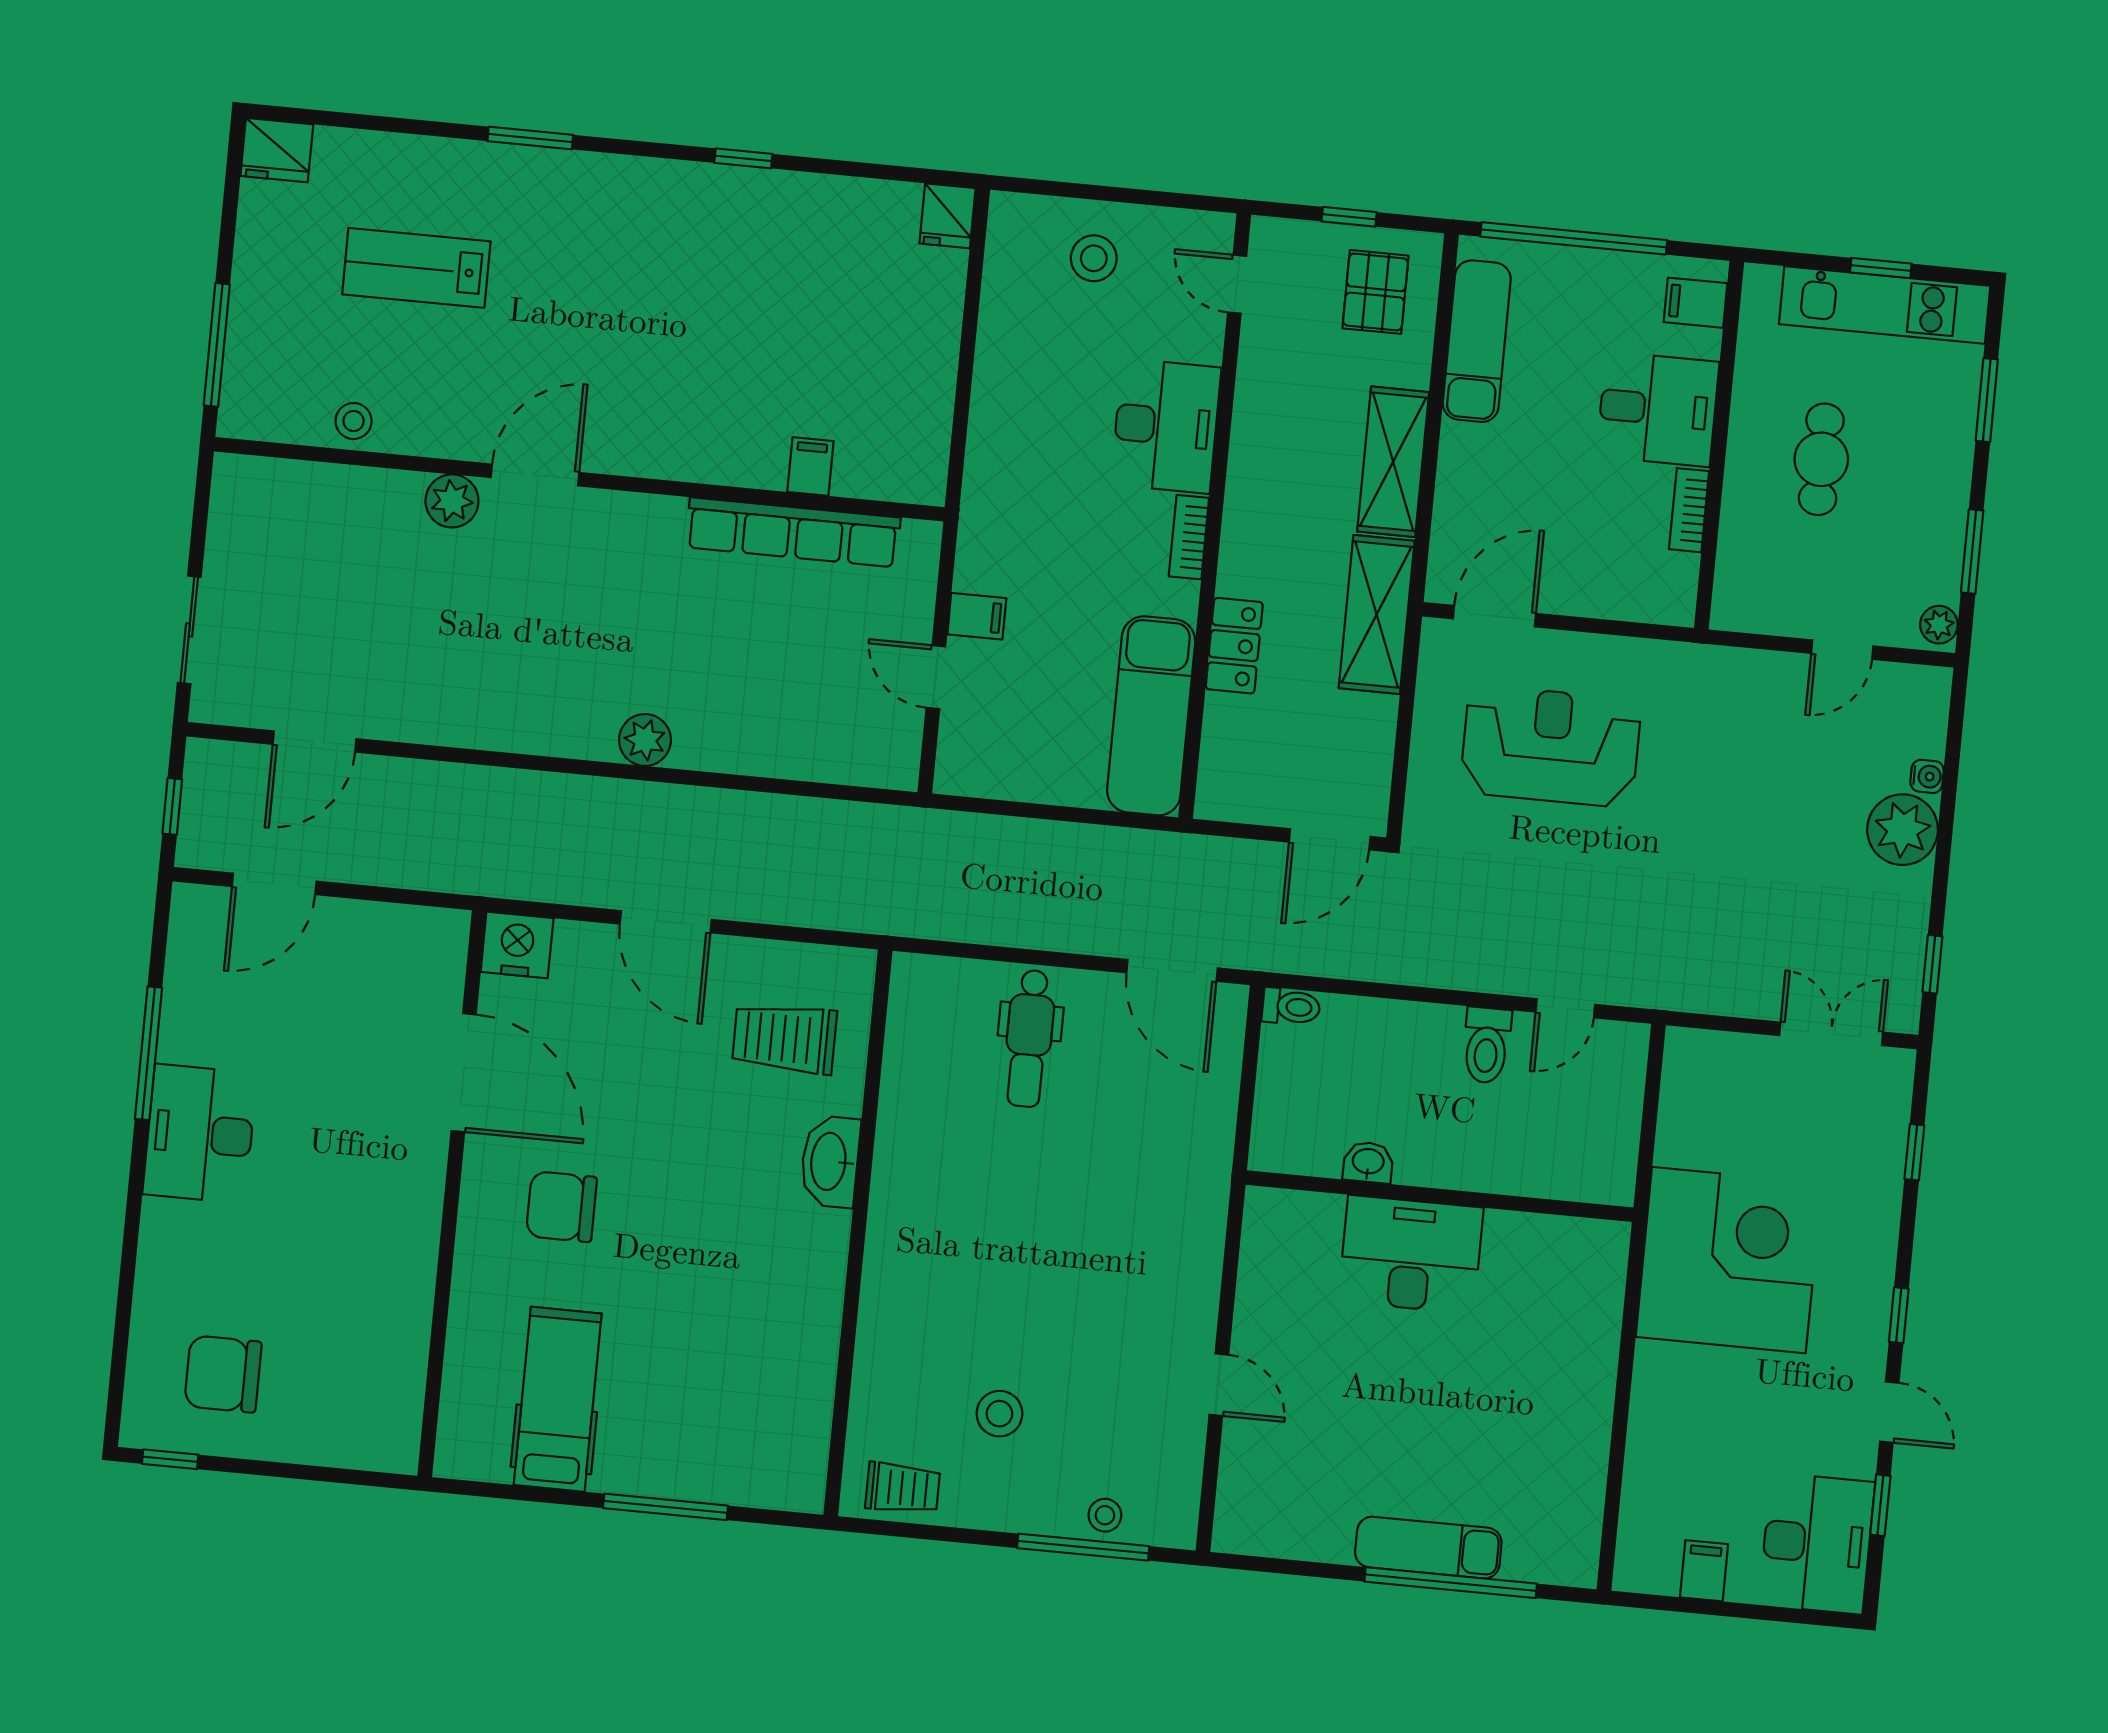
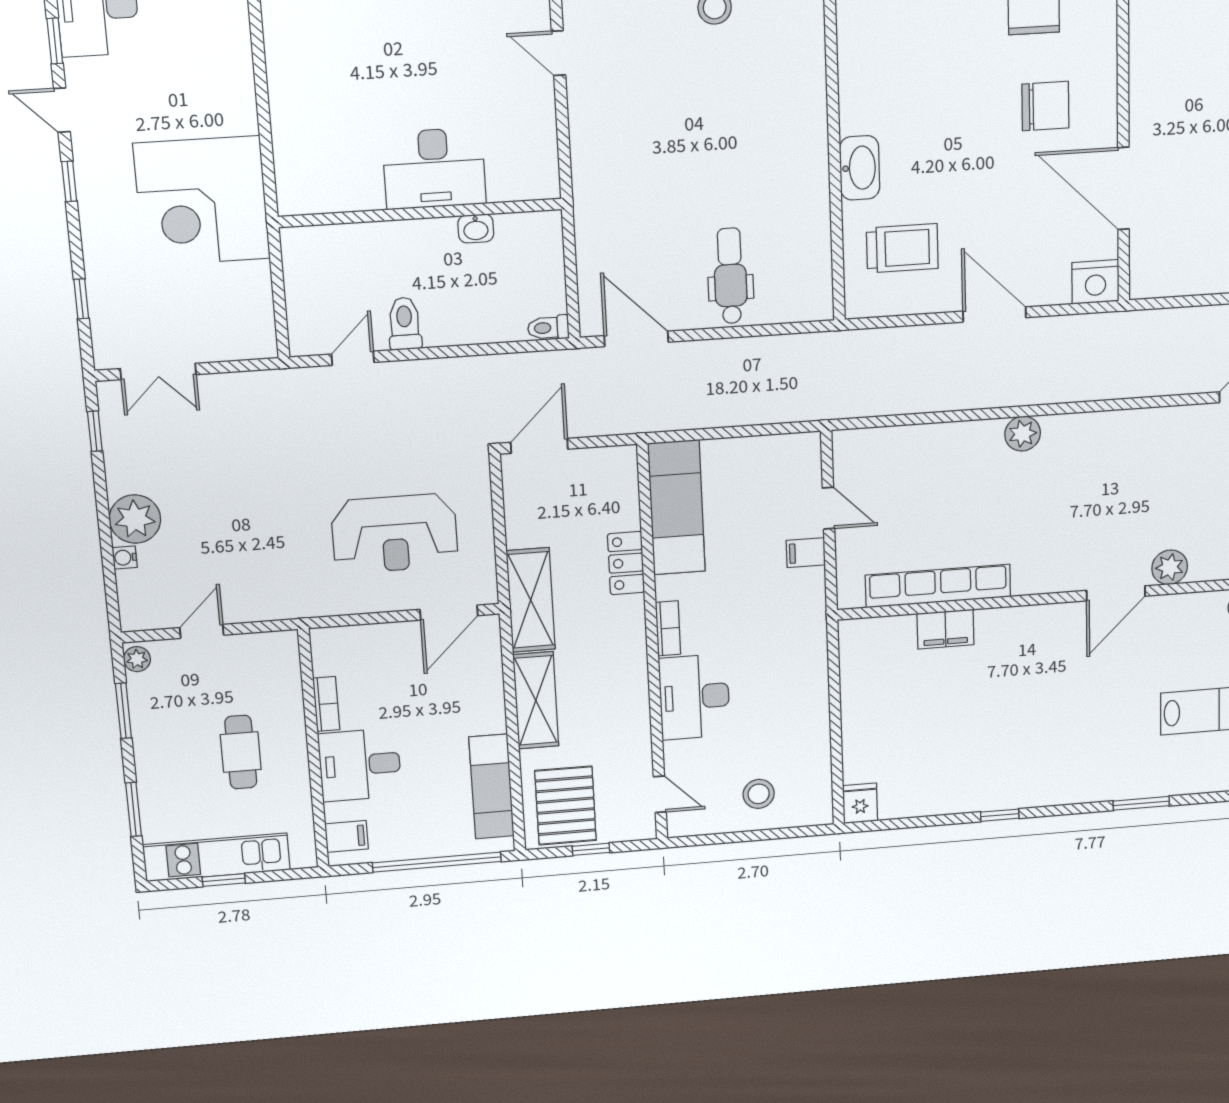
pallet: (1375, 292) -> (566, 806), width x1.50, depth x1.42
filing cabinet: (810, 466) -> (945, 629), width x2.00

